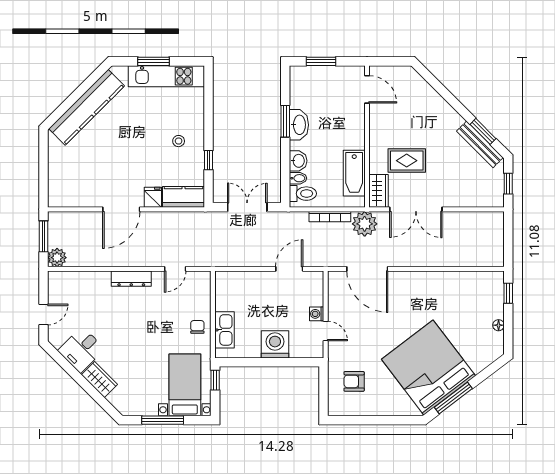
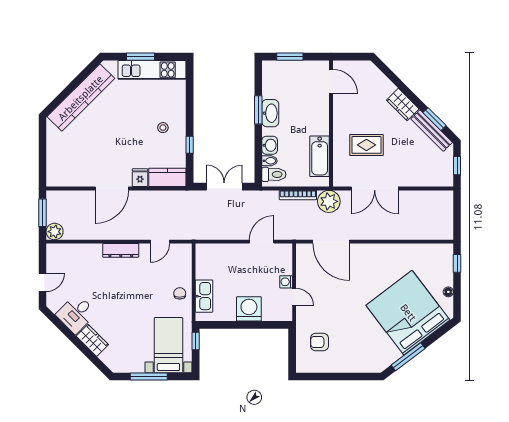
wardrobe: (379, 191) -> (403, 104), moved, turned 135
bed: (428, 367) -> (408, 313), moved

